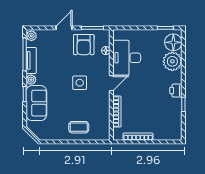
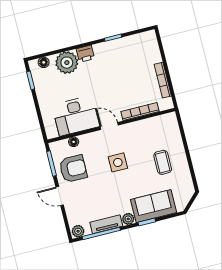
floor lamp: (173, 42) -> (44, 62), width x0.53, depth x0.53
printer: (176, 91) -> (85, 54), moved
coffee table: (79, 127) -> (163, 162), moved

